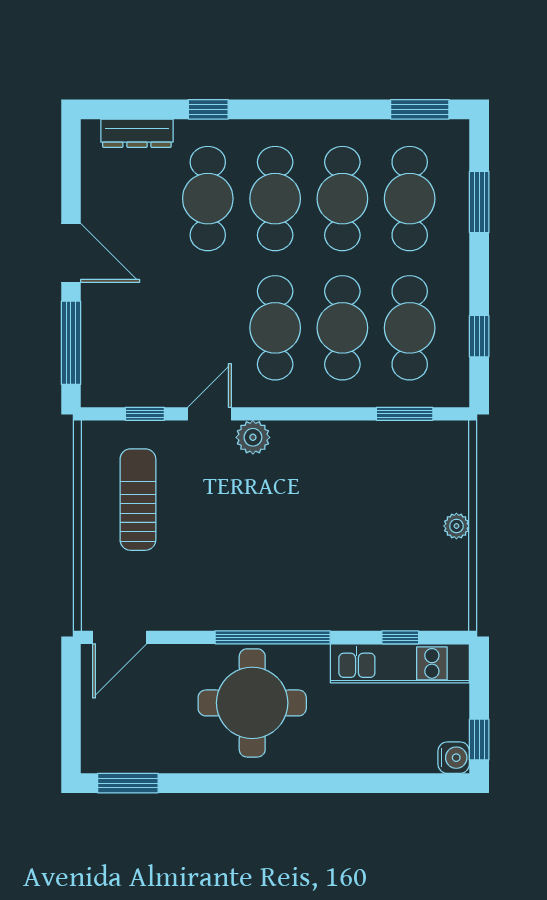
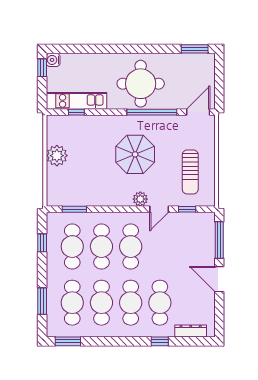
plant: (456, 526) -> (57, 156), width x1.88, depth x1.88
parasol: (265, 540) -> (135, 154), added
window: (273, 637) -> (152, 112), moved

